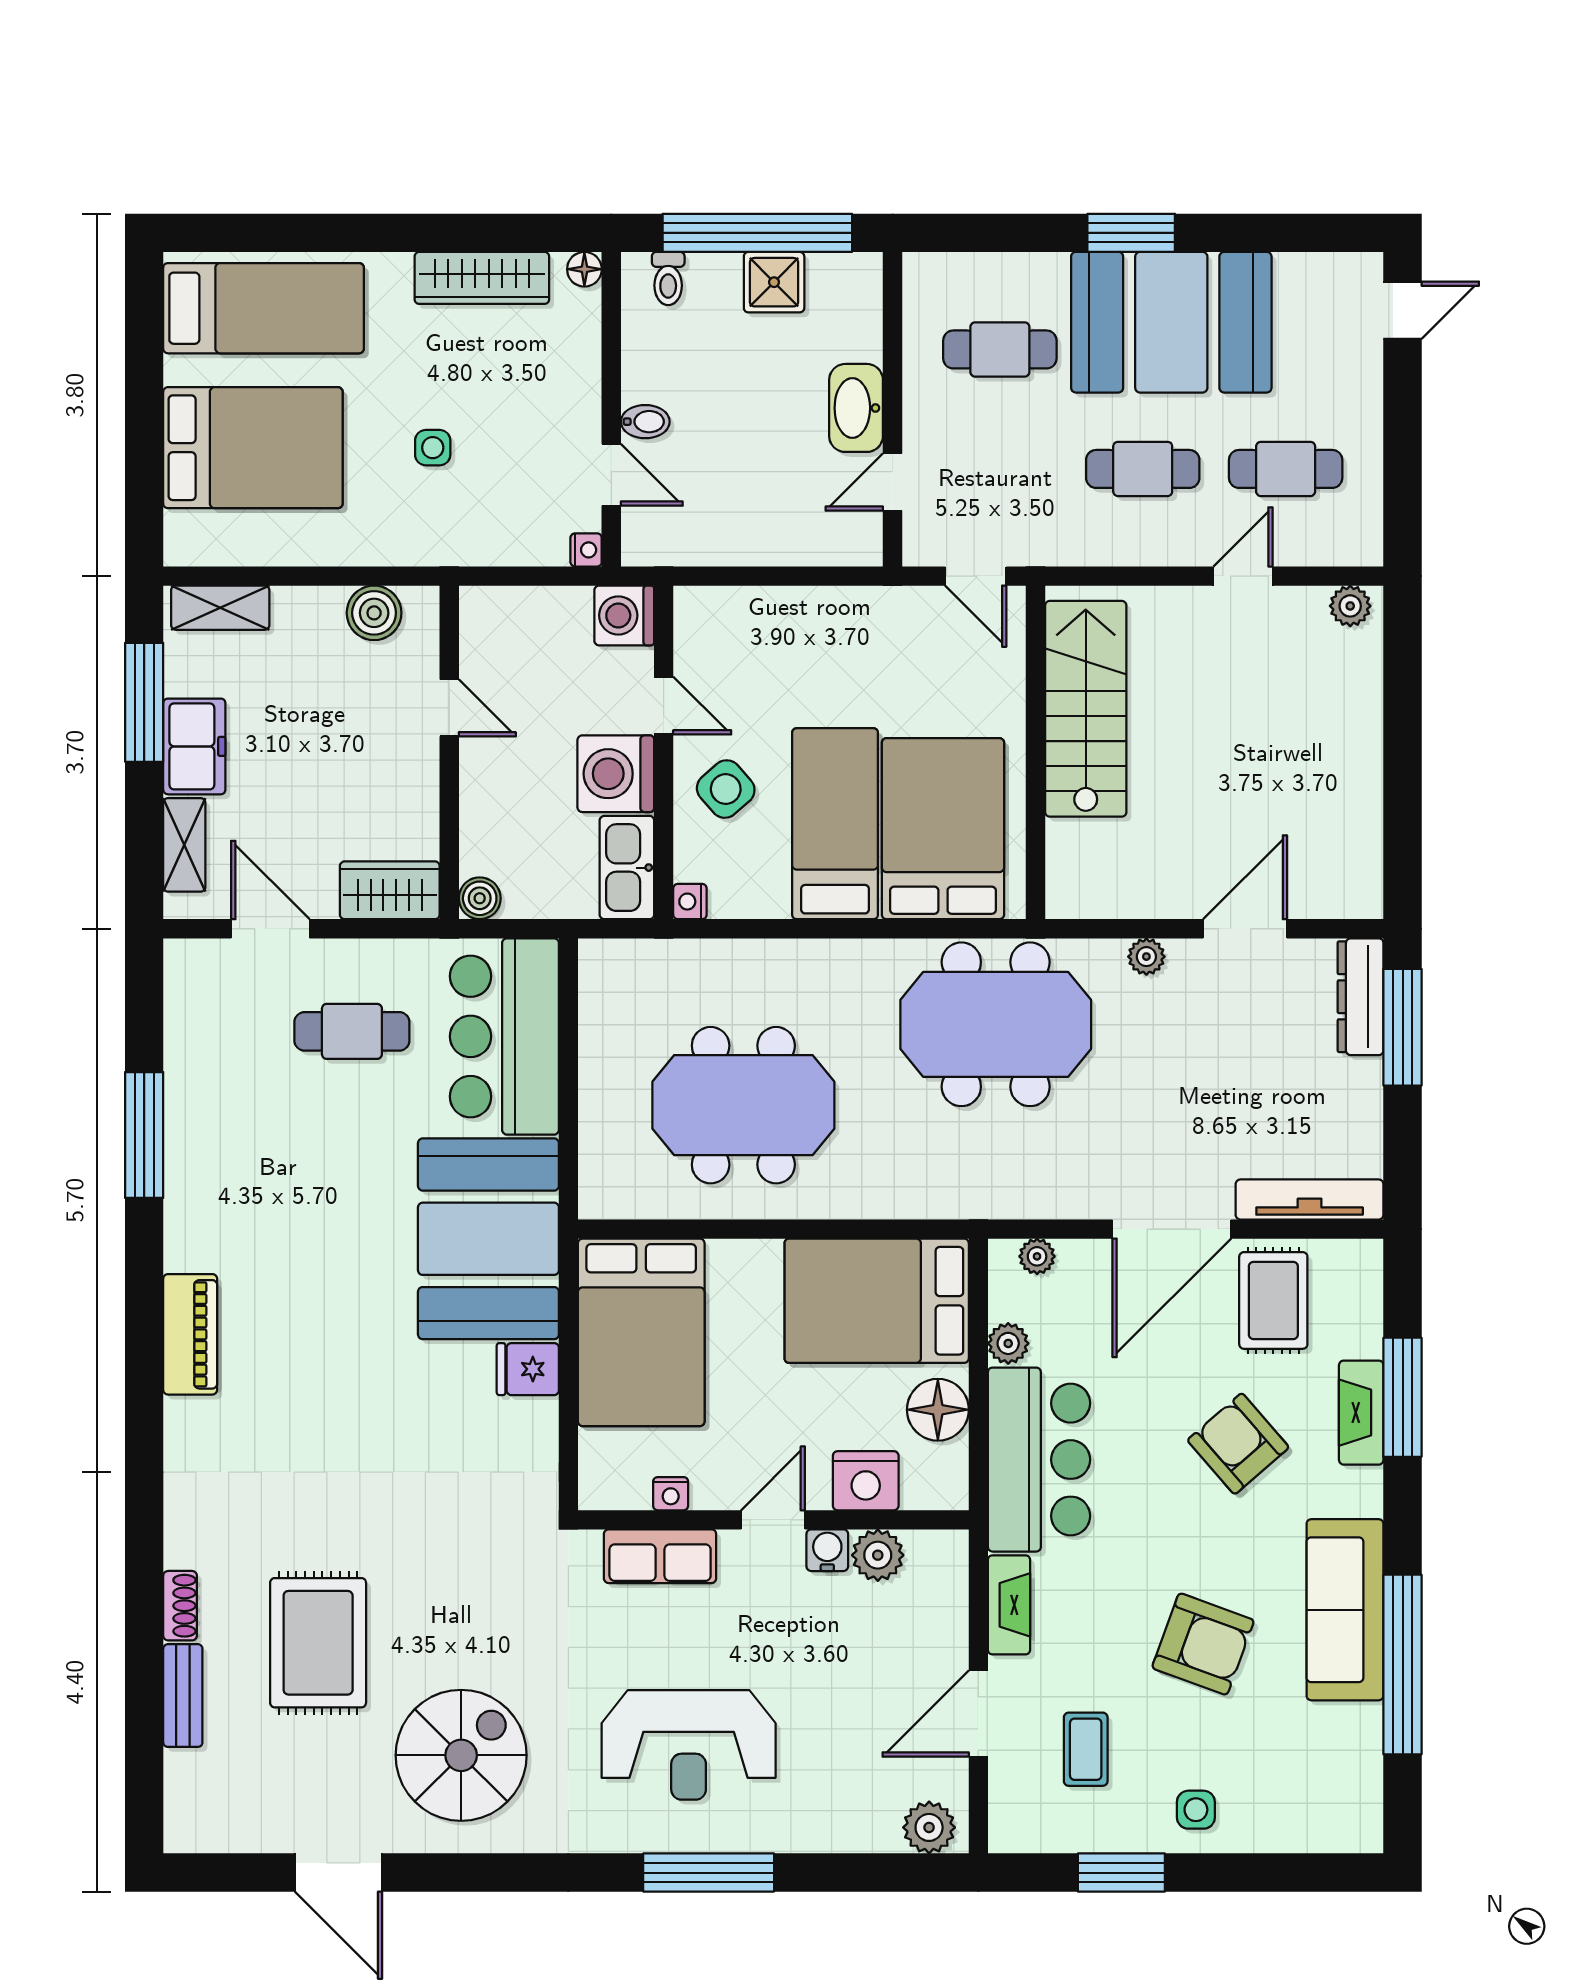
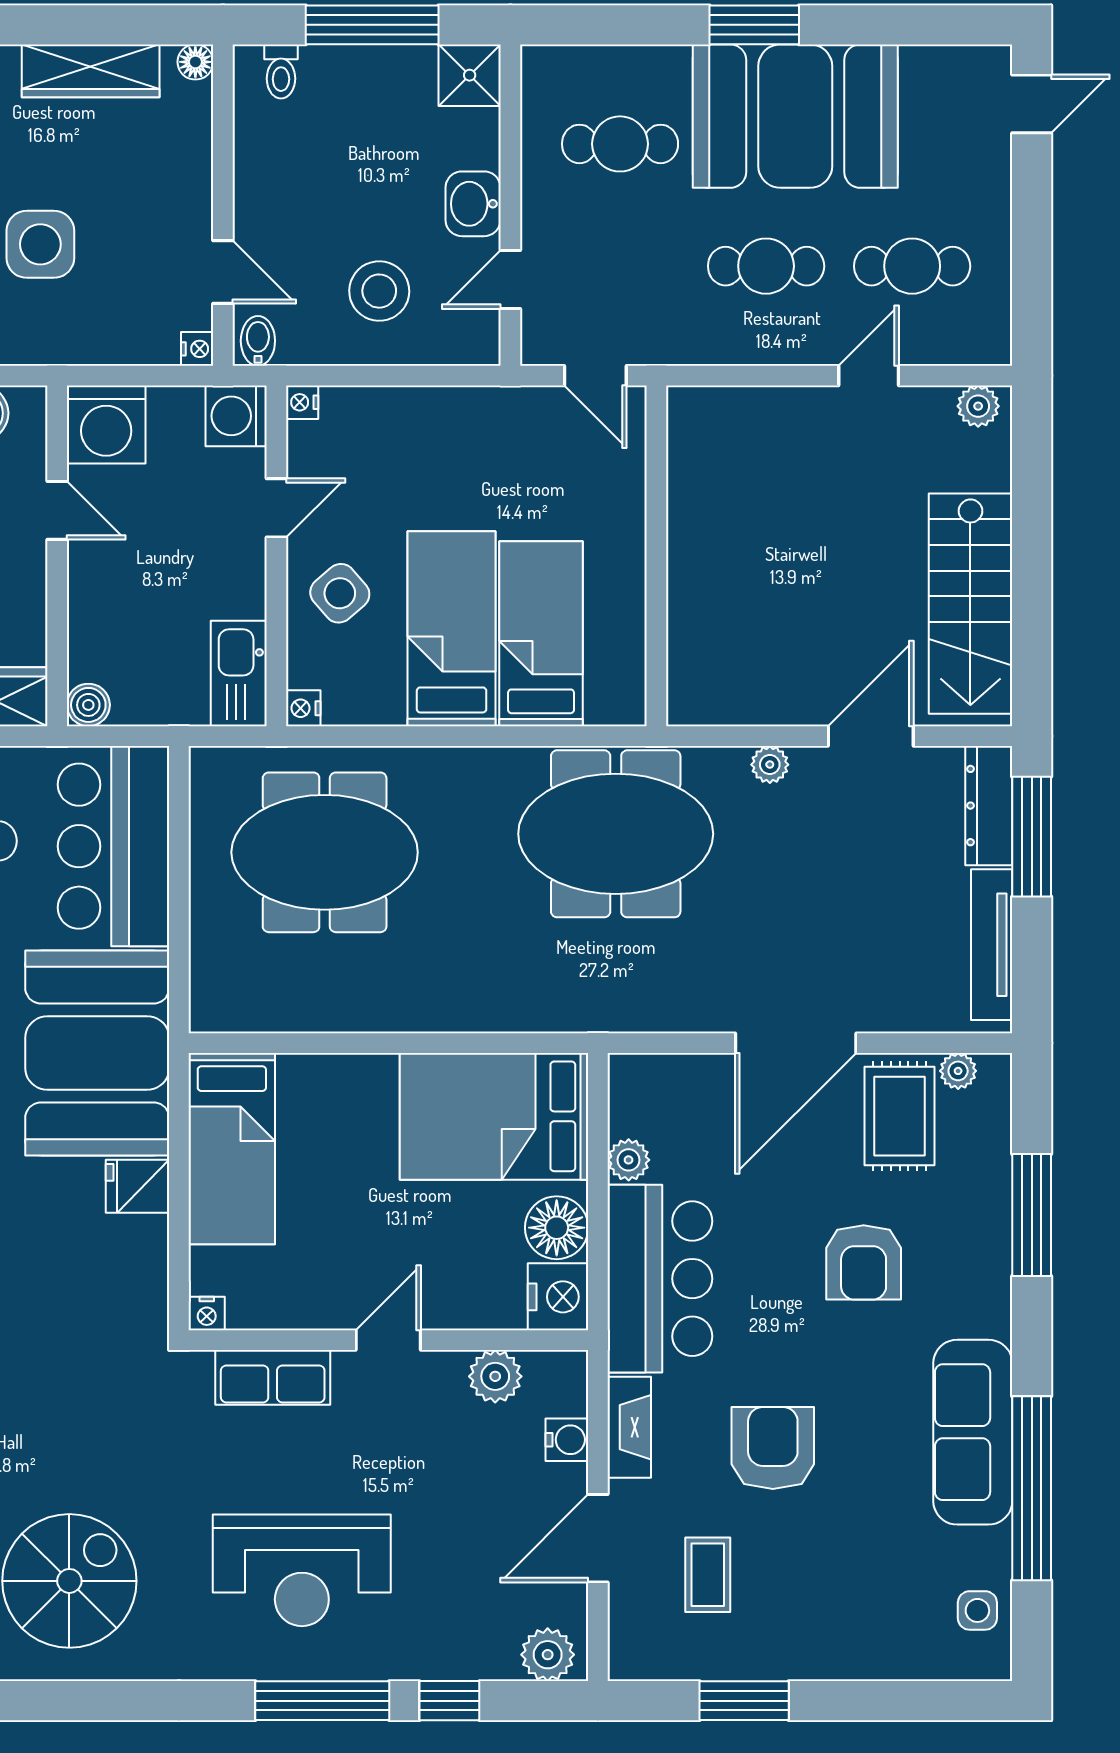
window: (757, 233) -> (372, 25), width x0.68
shower: (774, 282) -> (470, 75), moved
washbasin: (856, 408) -> (473, 204), width x0.72
bidet: (645, 422) -> (258, 341), moved, turned -90
side table: (433, 448) -> (40, 244), width x1.87, depth x1.87
stool: (764, 493) -> (379, 291), added
nightstand: (689, 602) -> (302, 402), added
door: (664, 706) -> (276, 508), hinge flipped
stairs: (1086, 709) -> (970, 604), moved, turned 180
washing machine: (616, 774) -> (106, 424), moved, turned -90
bed: (943, 829) -> (541, 634), width x0.67
meeting table: (743, 1105) -> (325, 852), moved
tv unit: (1310, 1199) -> (992, 945), moved, turned -90
plant: (1037, 1256) -> (958, 1071), moved
bed: (641, 1332) -> (232, 1149), width x0.67
fireplace: (1361, 1413) -> (989, 1231), removed
armchair: (1238, 1444) -> (864, 1262), turned -139
nightstand: (866, 1481) -> (558, 1297), moved, turned -90
nightstand: (671, 1494) -> (207, 1313), moved
water cooler: (827, 1550) -> (567, 1440), moved, turned 90
armchair: (1203, 1644) -> (773, 1448), moved, turned -110
side table: (1196, 1810) -> (977, 1610), moved
window: (833, 1873) -> (449, 1701), added

